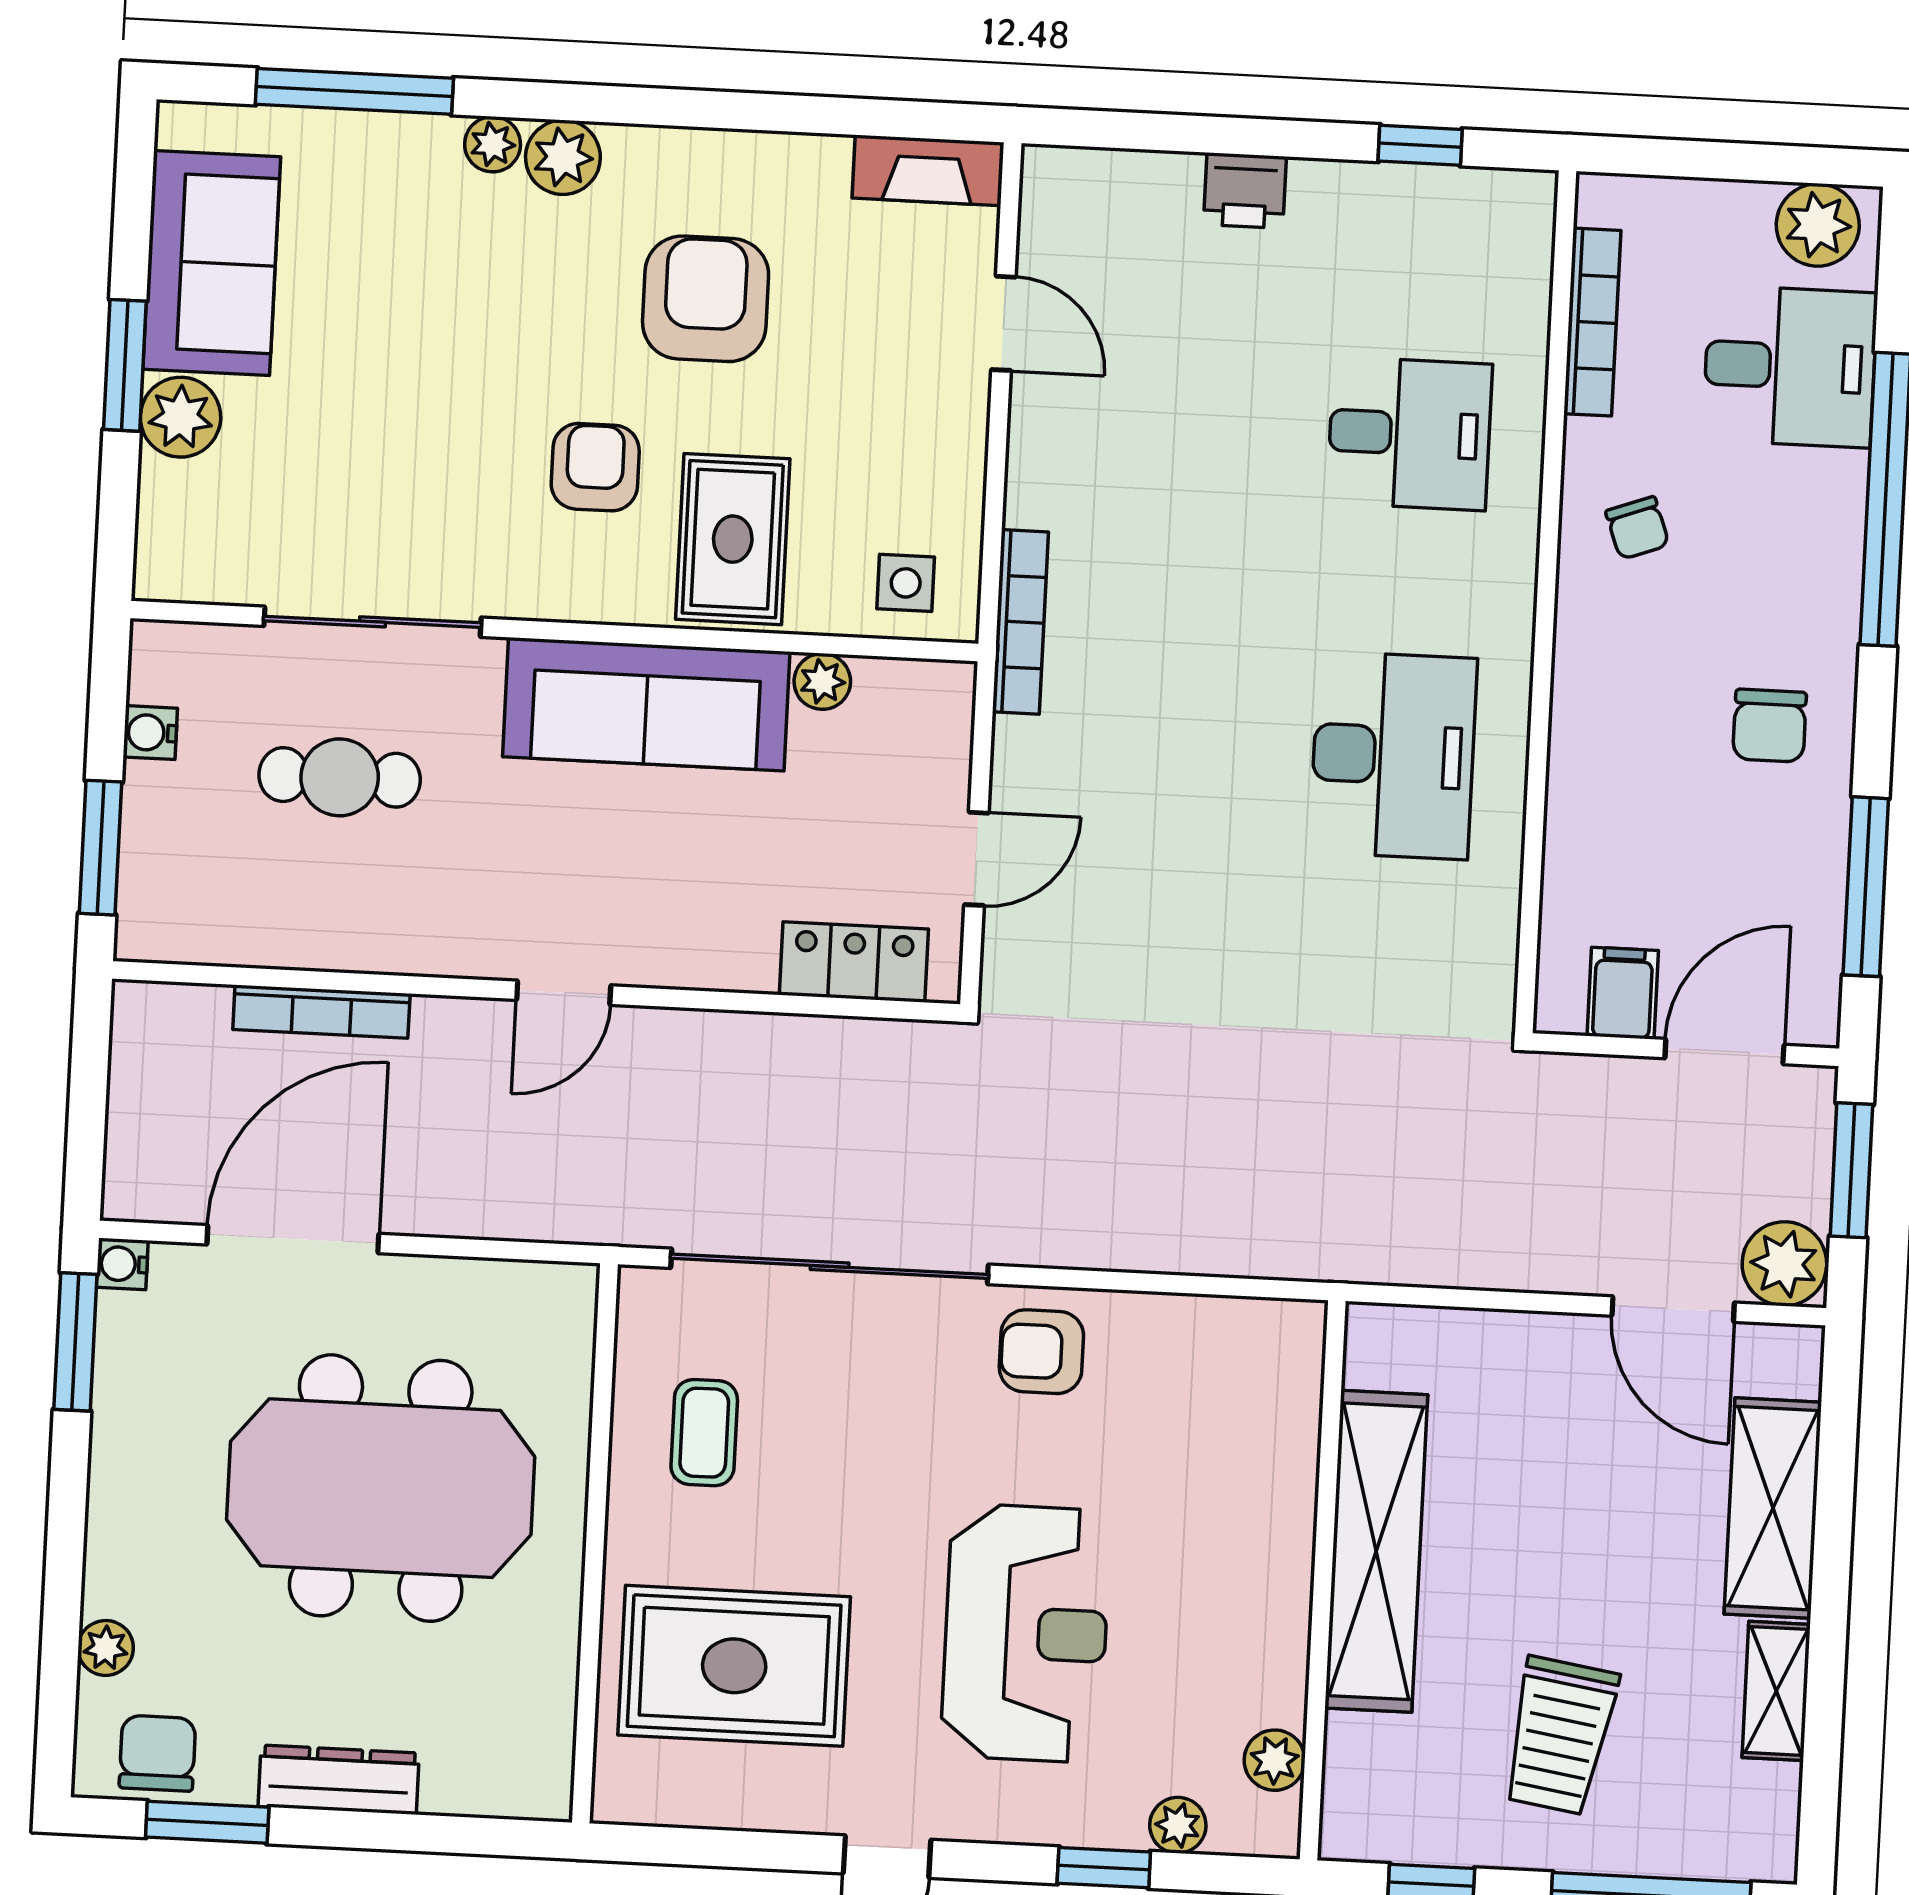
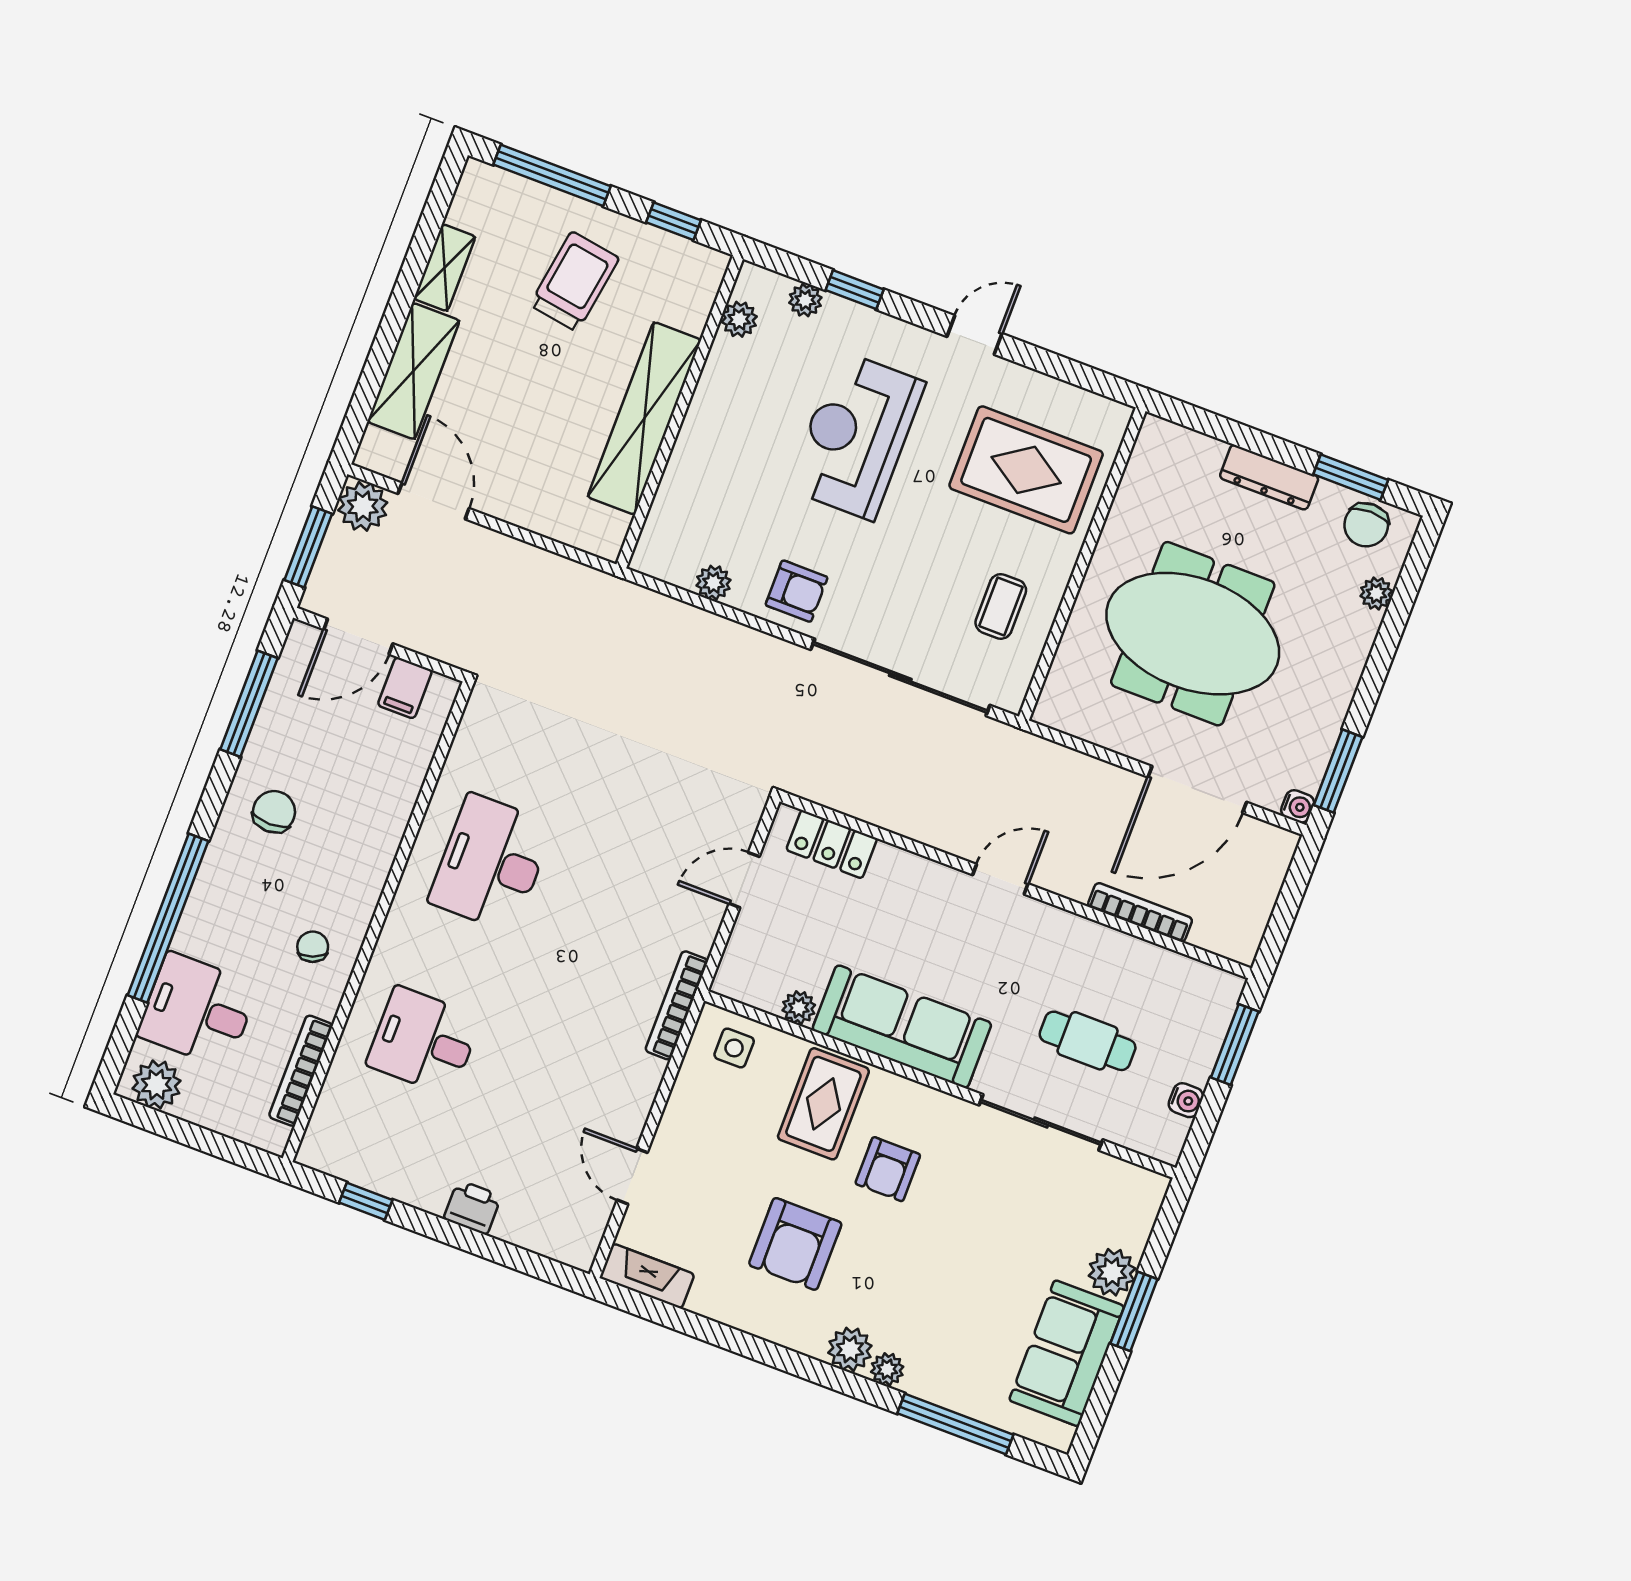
plant: (1180, 1322) -> (713, 583), added

